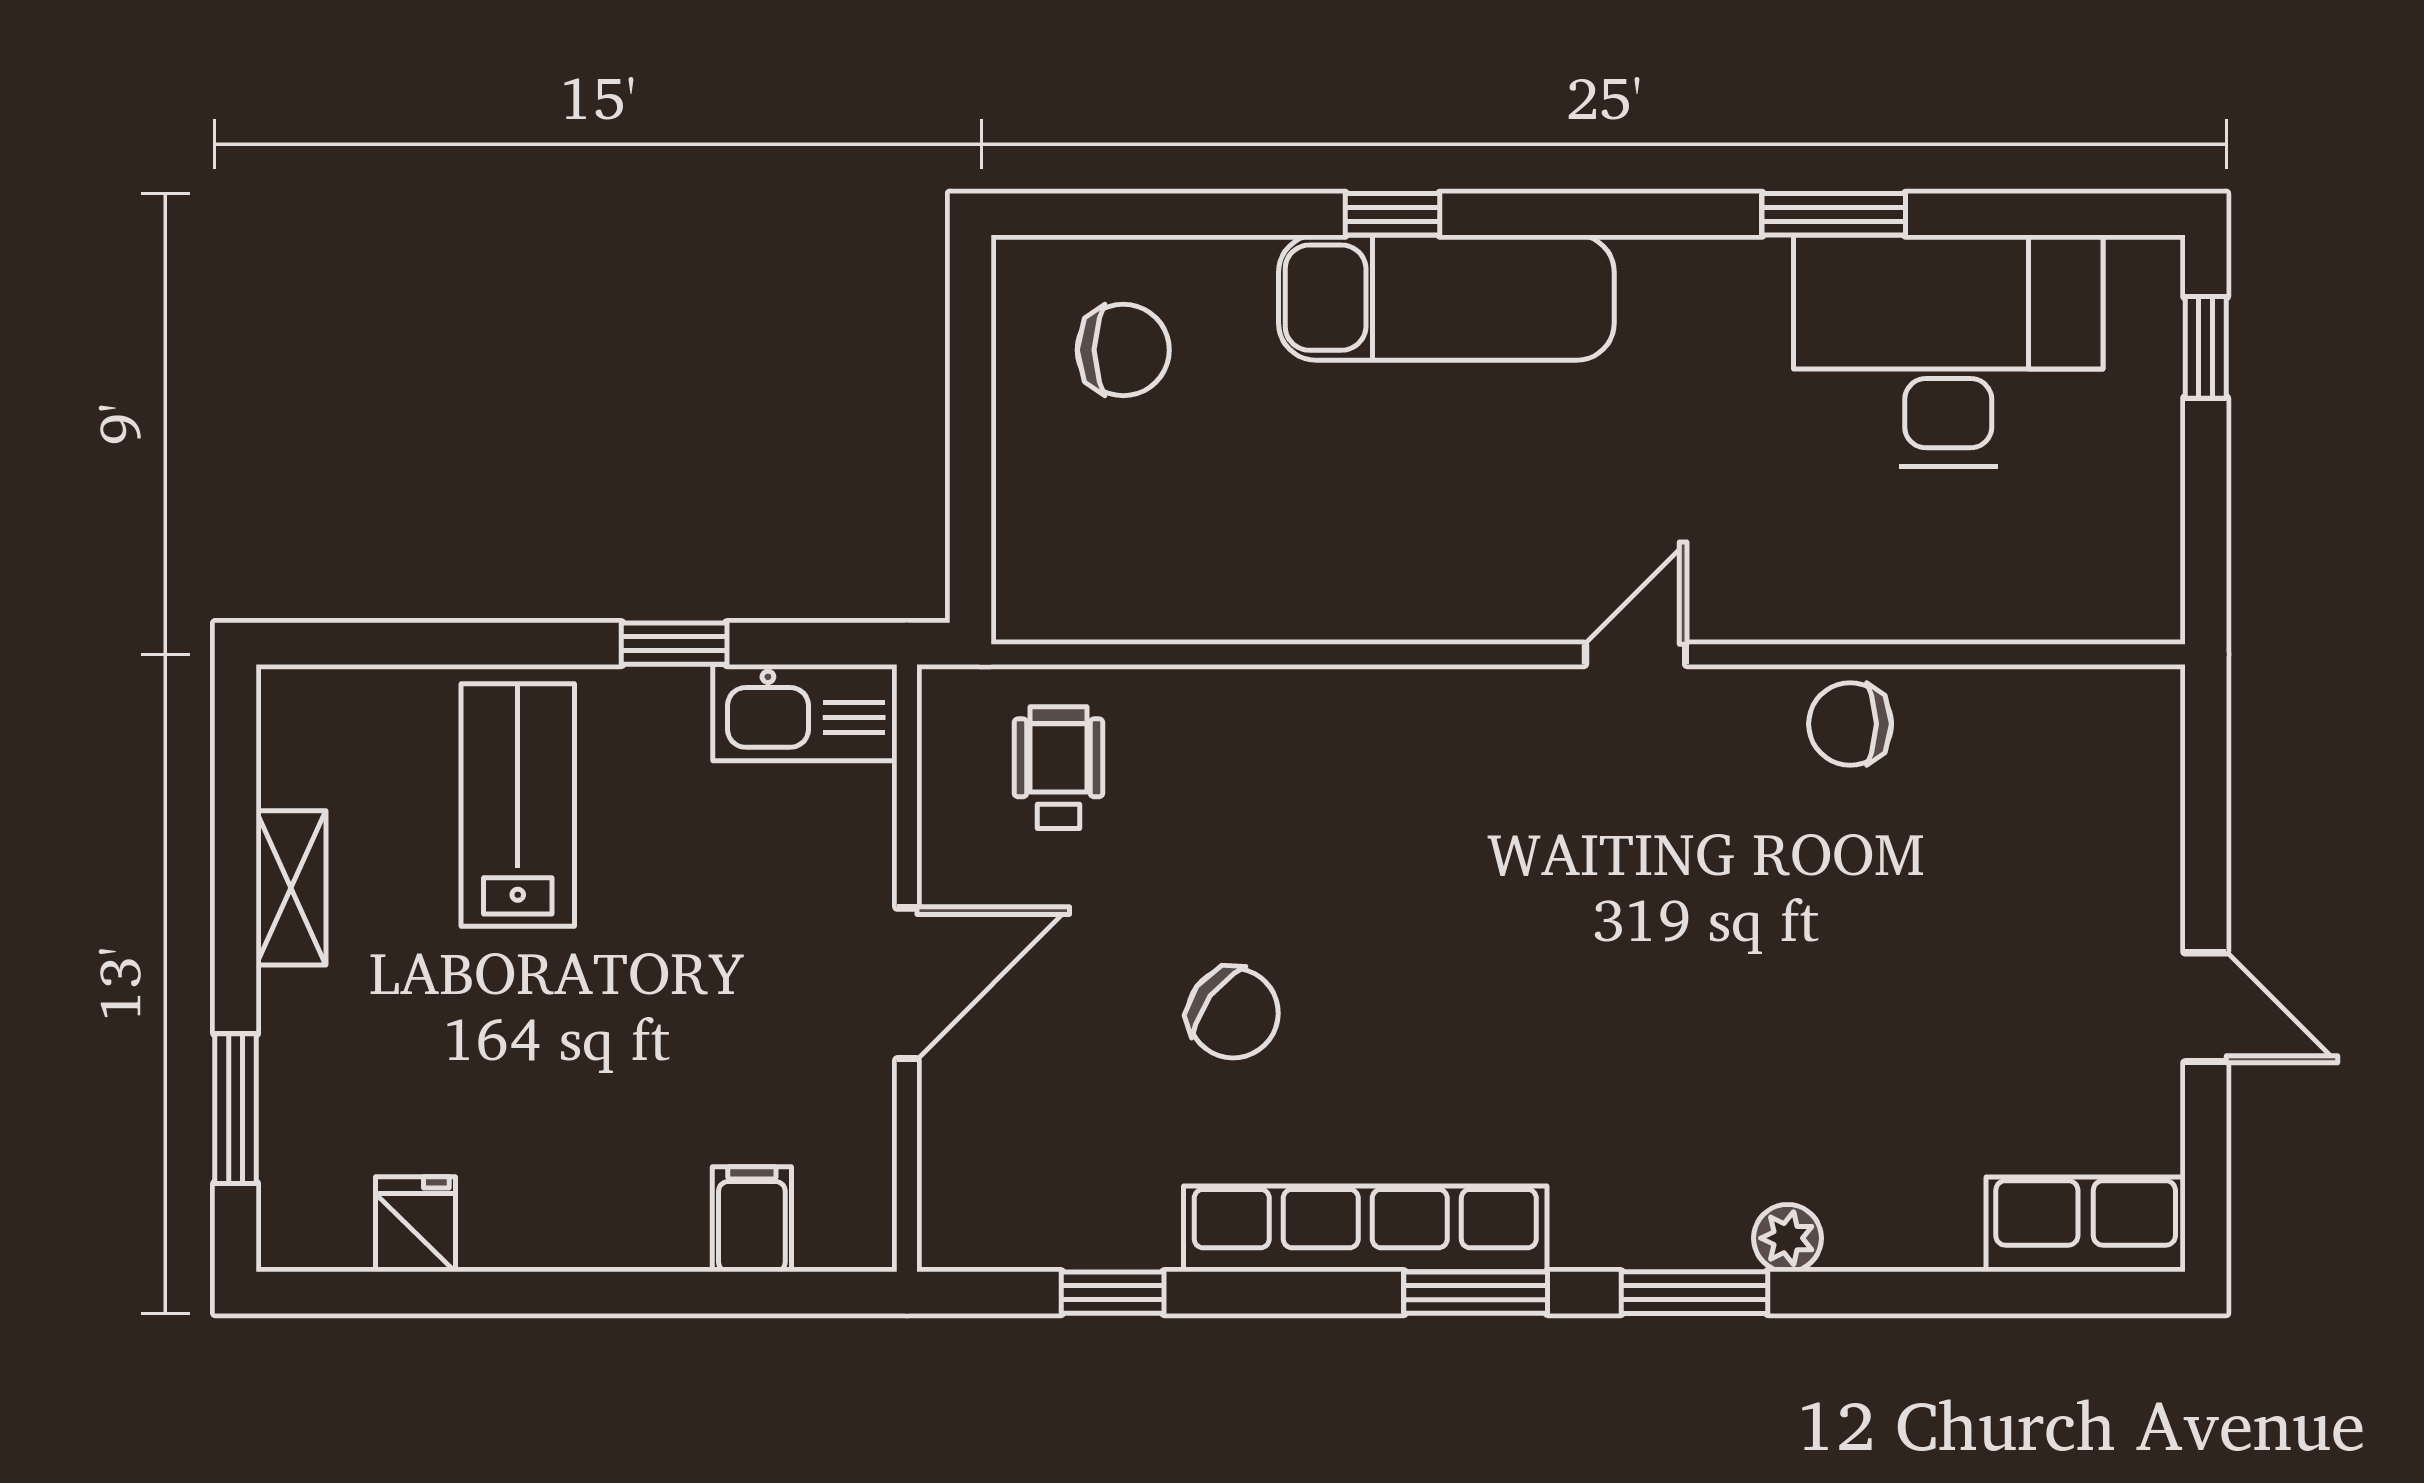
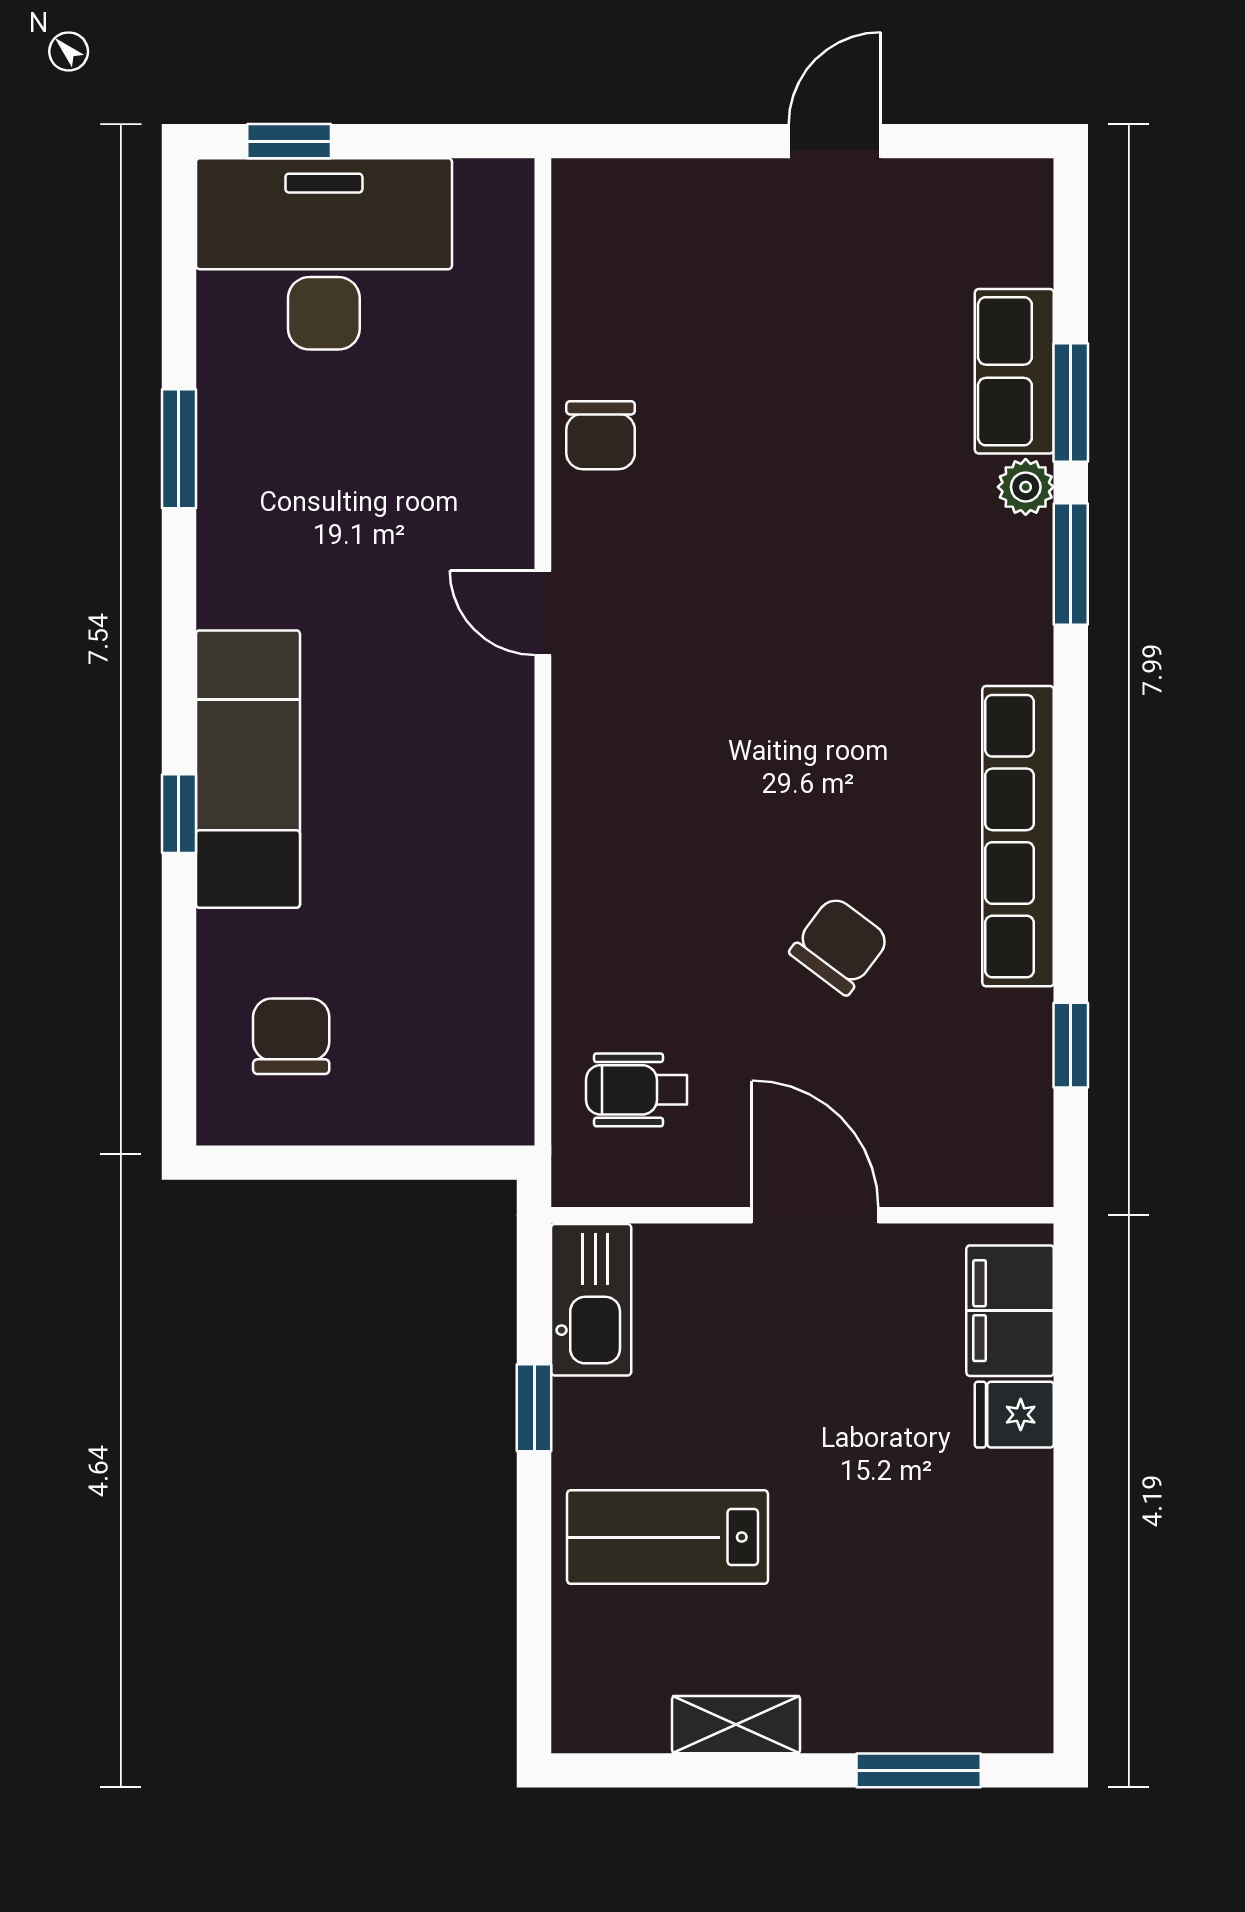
desk: (1948, 351) -> (324, 254), moved, turned 90
filing cabinet: (752, 1219) -> (1010, 1311), width x2.00
fridge: (416, 1224) -> (1014, 1415), moved
row of seats: (2086, 1224) -> (1014, 371), moved
window: (1476, 1293) -> (1071, 403), moved

